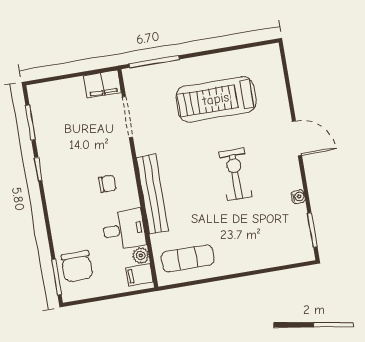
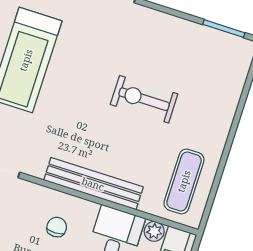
exercise bike: (235, 174) -> (144, 99), moved
water cooler: (298, 197) -> (179, 25), removed

